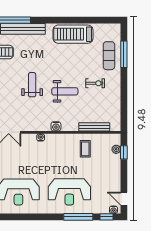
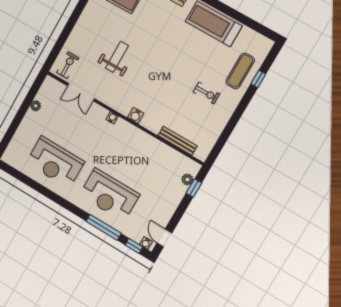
window: (124, 54) -> (258, 79), width x0.46
weight bench: (32, 85) -> (117, 57), moved
weight bench: (65, 91) -> (168, 83), removed
coffee table: (85, 149) -> (154, 159), removed

